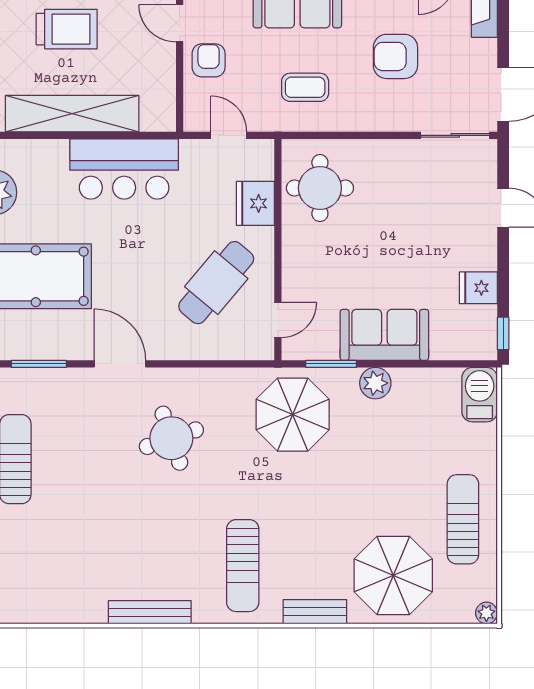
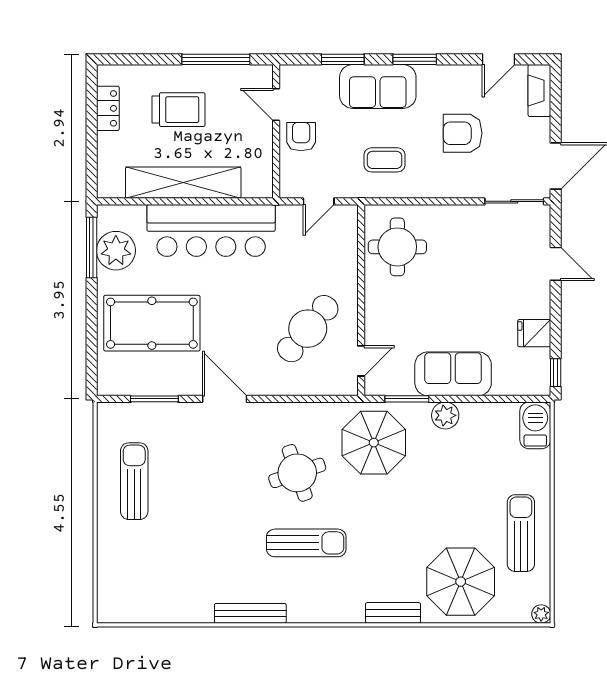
door: (229, 135) -> (319, 201), swing flipped
bar counter: (124, 169) -> (211, 230), width x1.36
fridge: (255, 203) -> (342, 260), removed
round table: (171, 438) -> (297, 473), moved
sun lounger: (243, 566) -> (306, 543), moved, turned -90

